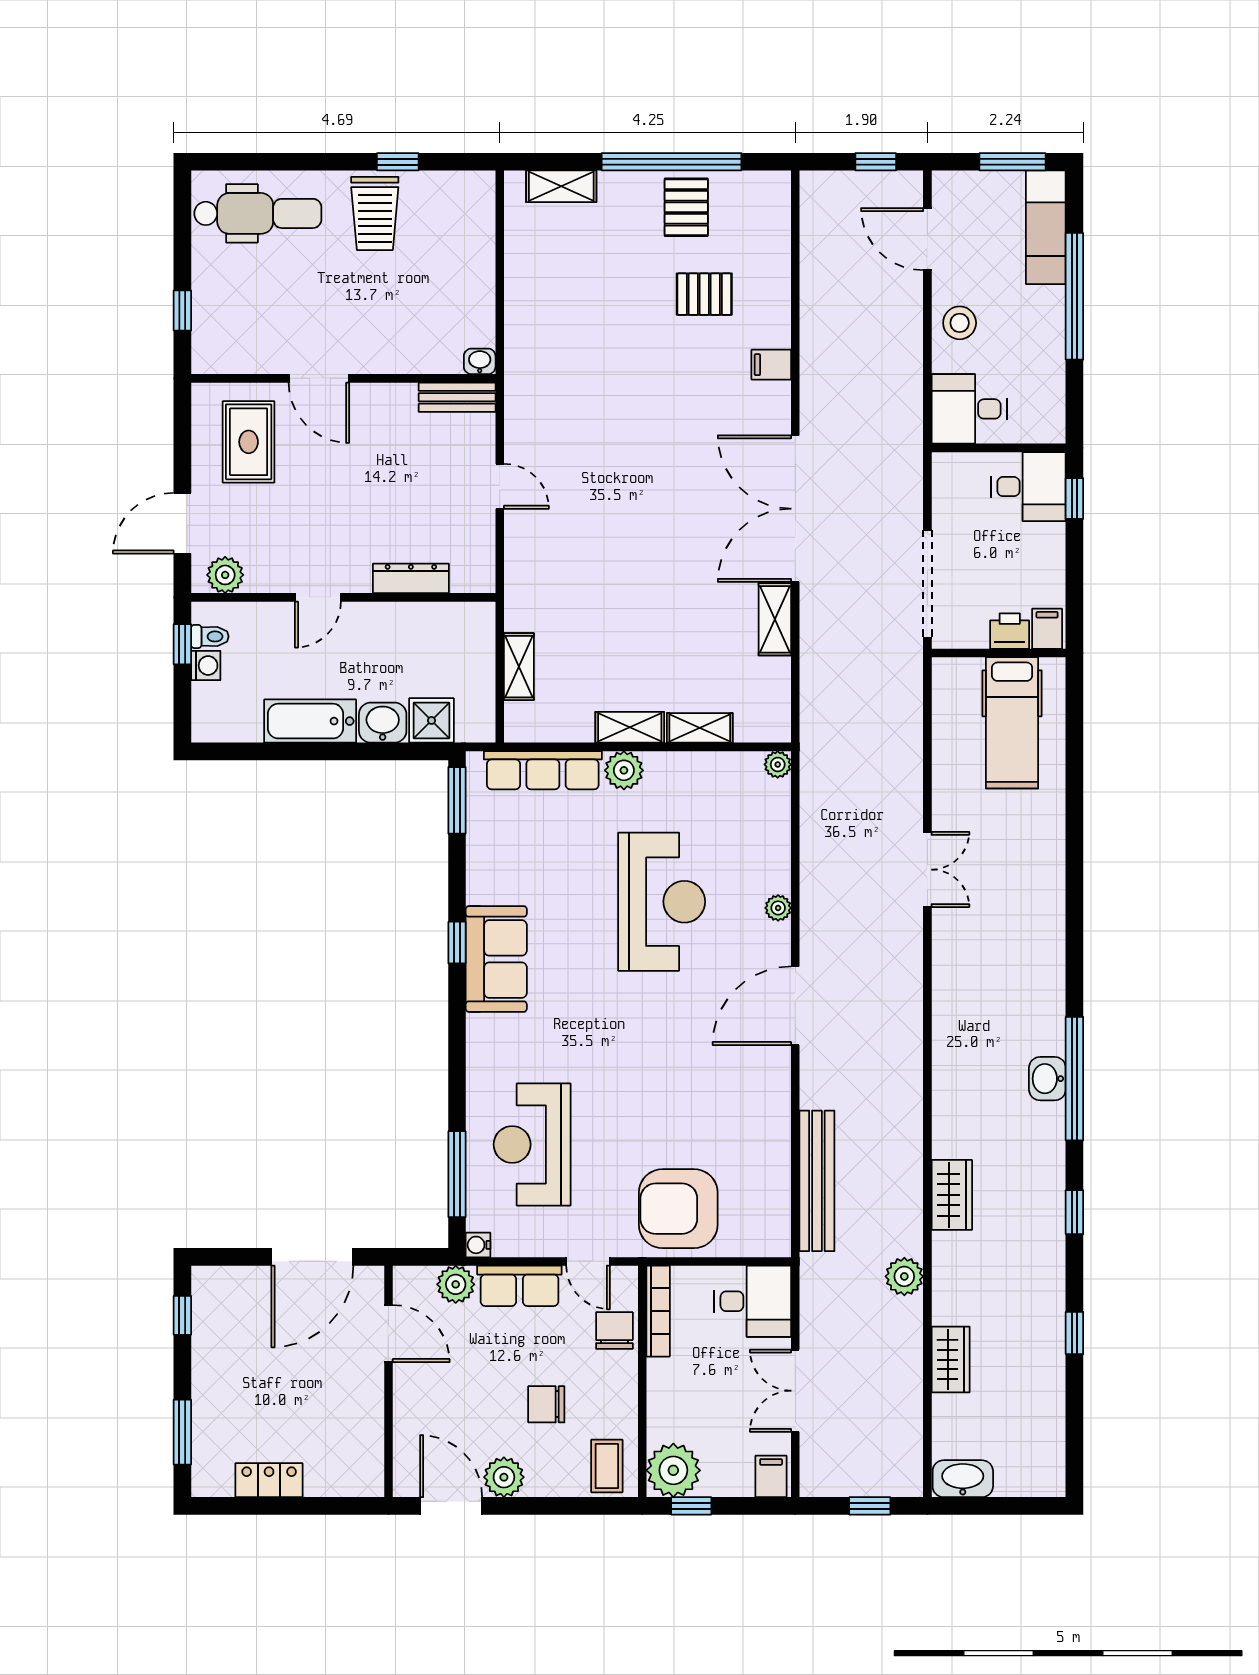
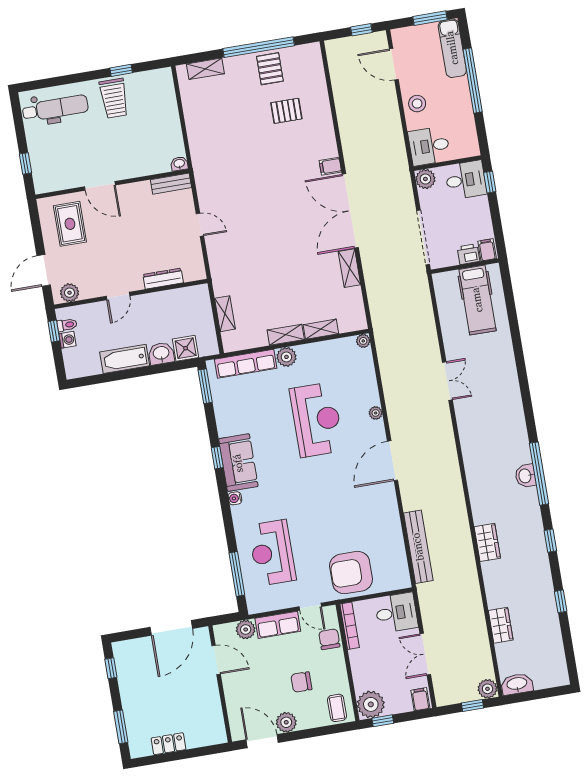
filing cabinet: (771, 365) -> (330, 166), moved
plant: (951, 472) -> (425, 179), added
water cooler: (478, 1245) -> (235, 498), moved
plant: (904, 1276) -> (487, 689), moved

